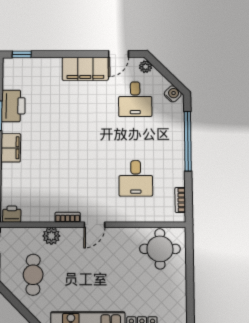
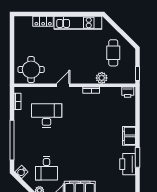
desk: (135, 99) -> (47, 168), turned 180
desk: (136, 178) -> (47, 116), width x1.37
door: (94, 225) -> (63, 85), moved

